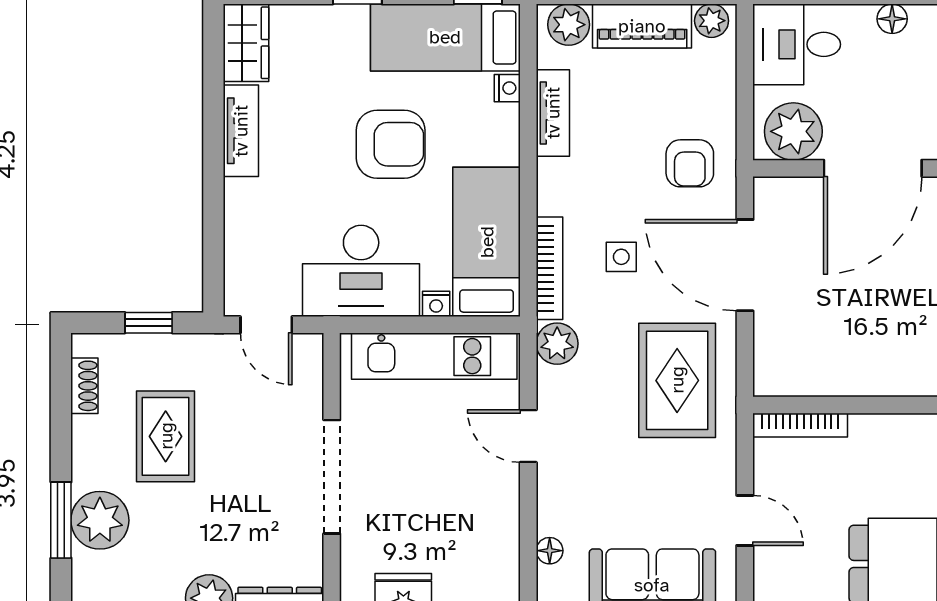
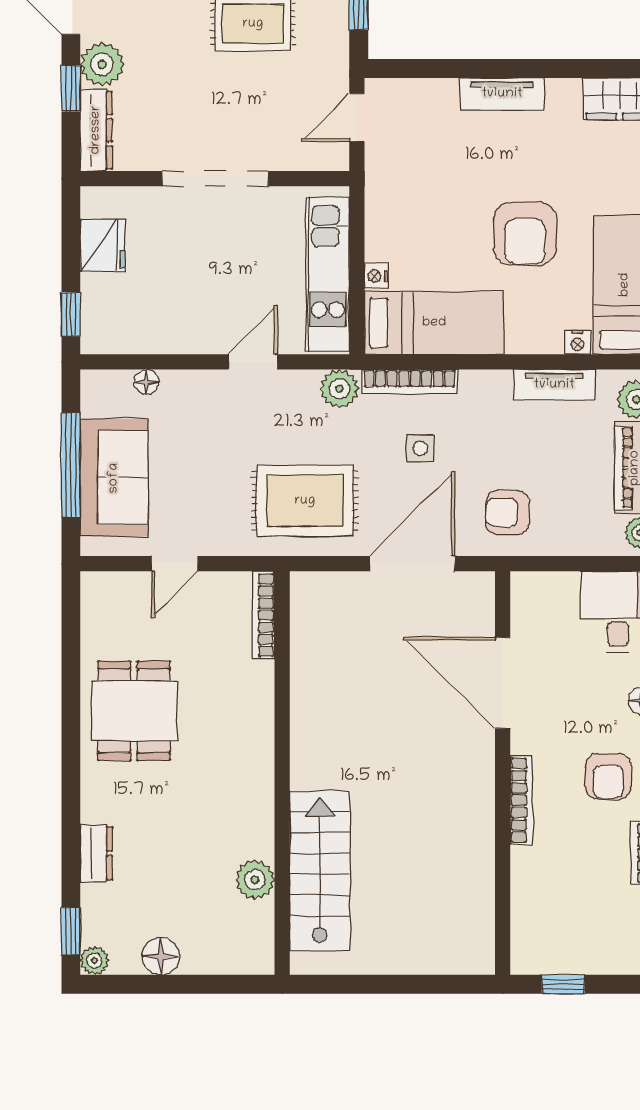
tv unit: (241, 131) -> (502, 94), moved
plant: (793, 131) -> (537, 609), removed
desk: (361, 271) -> (407, 206), removed

